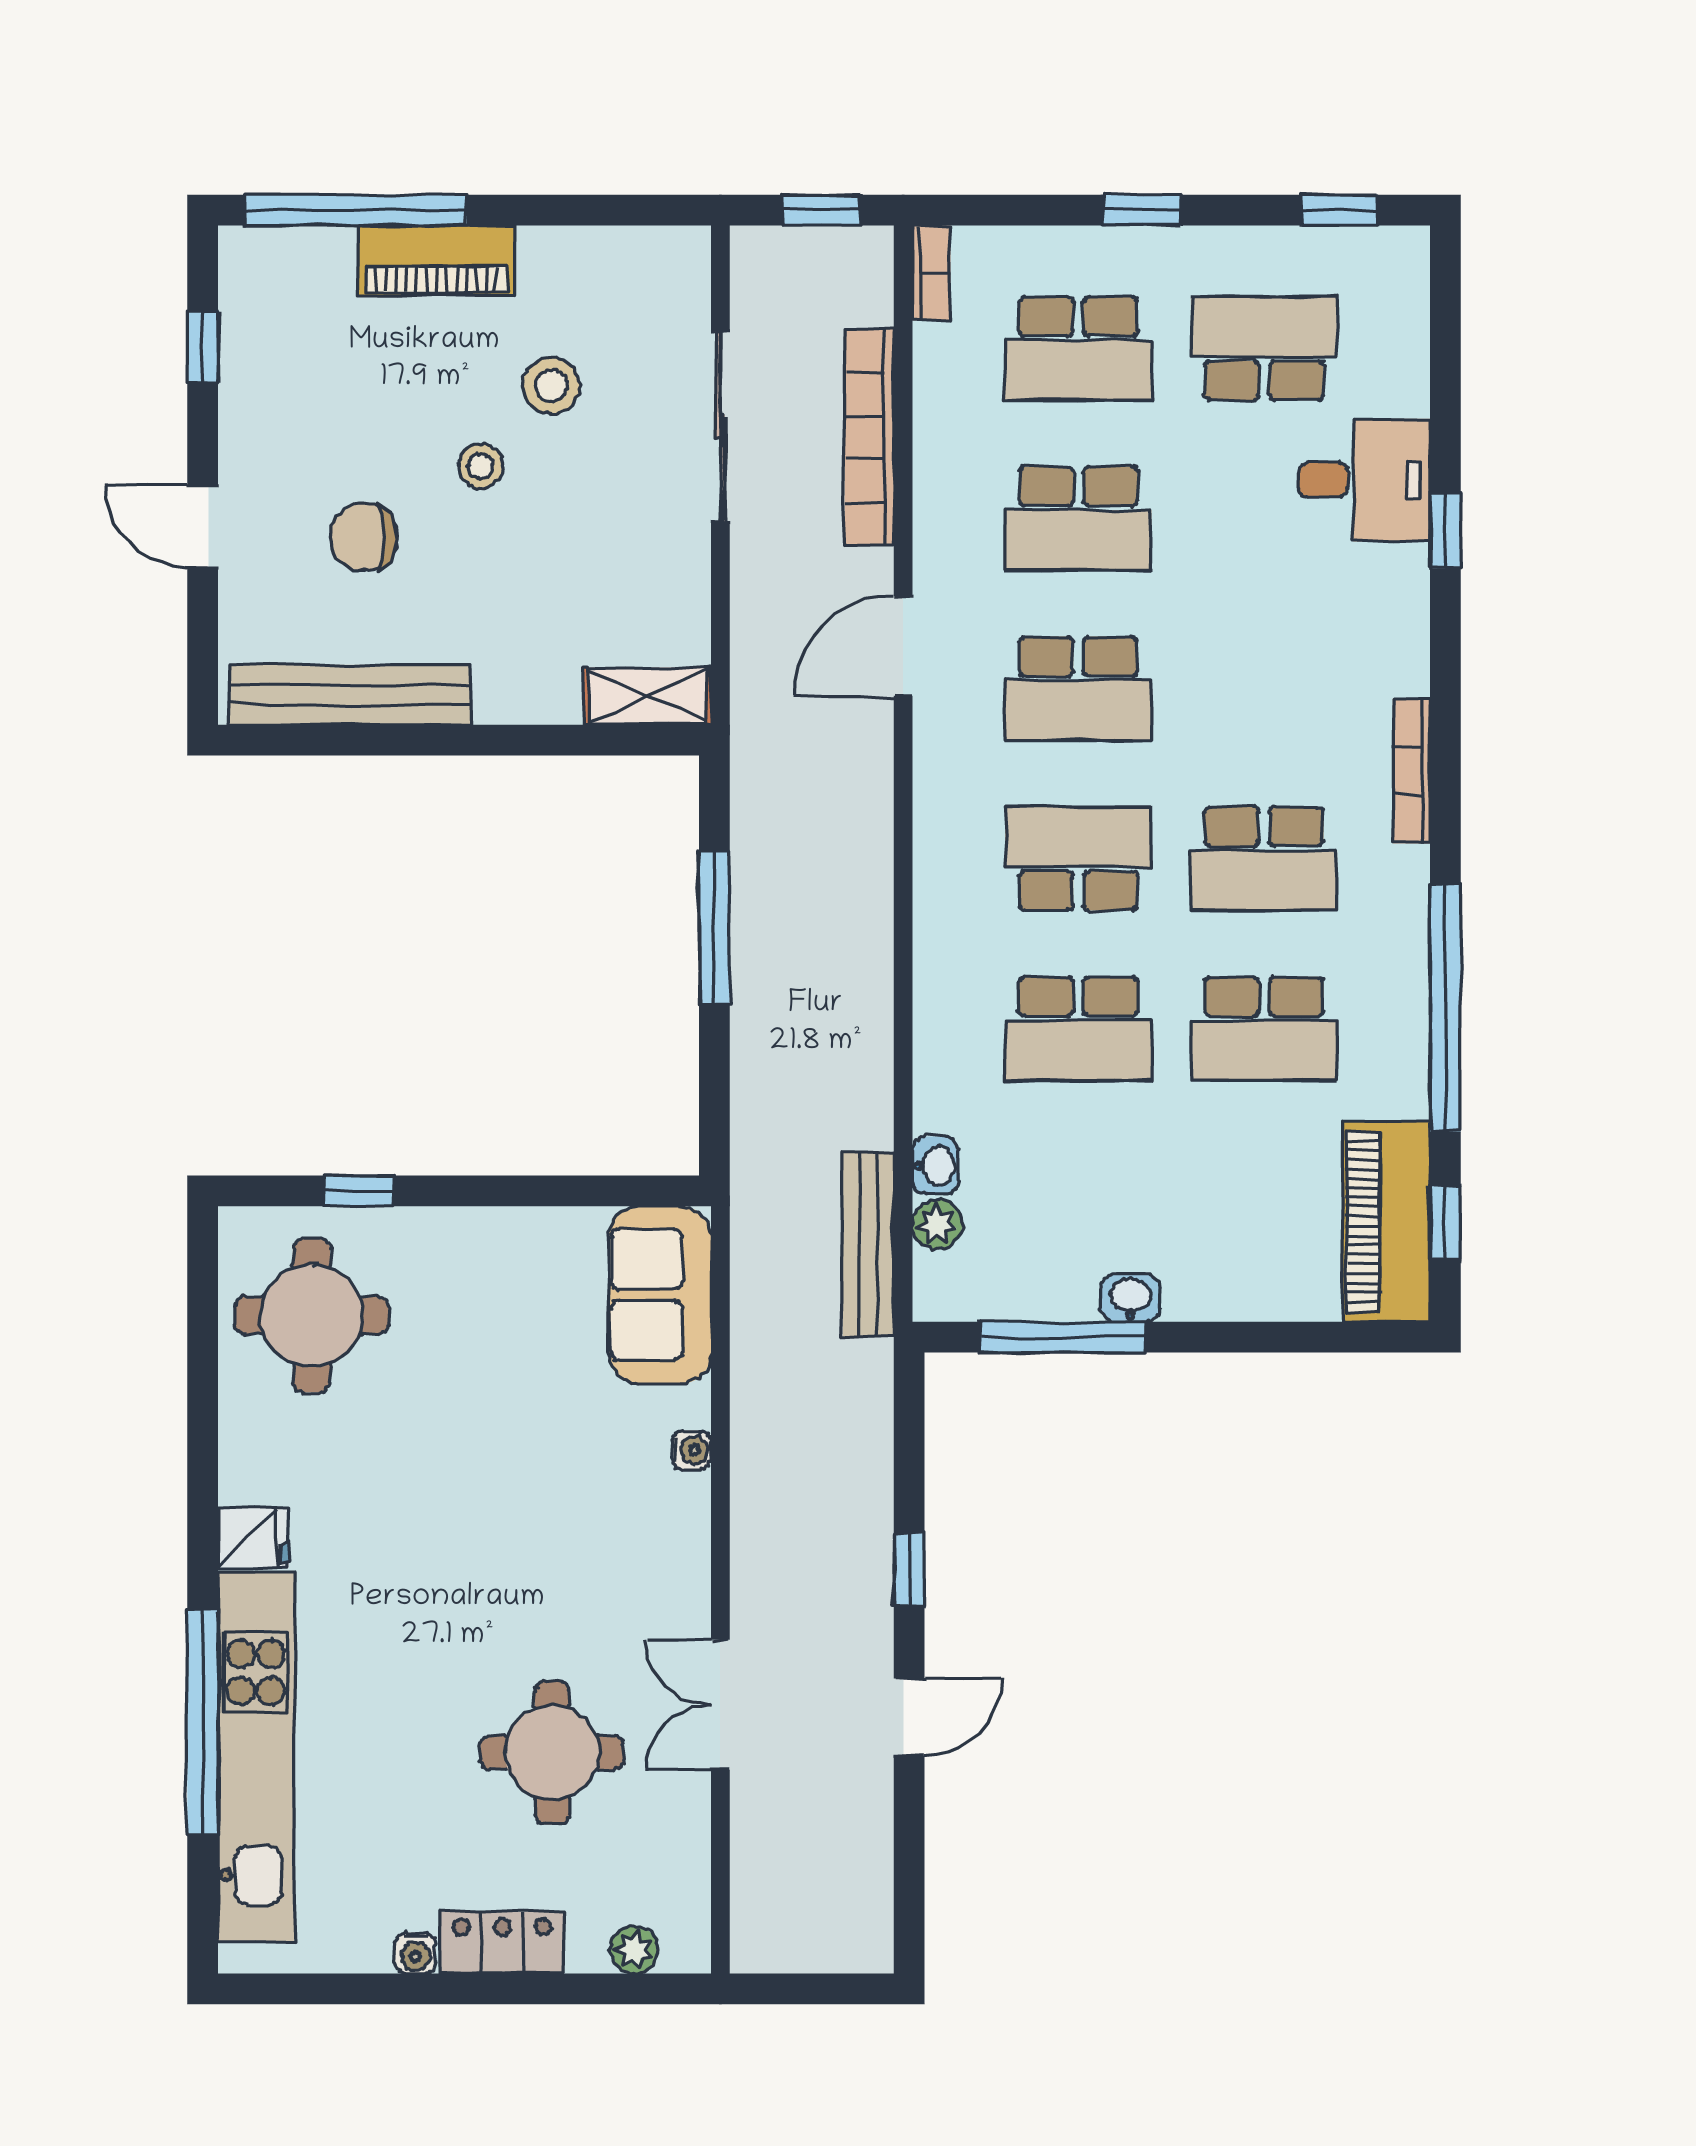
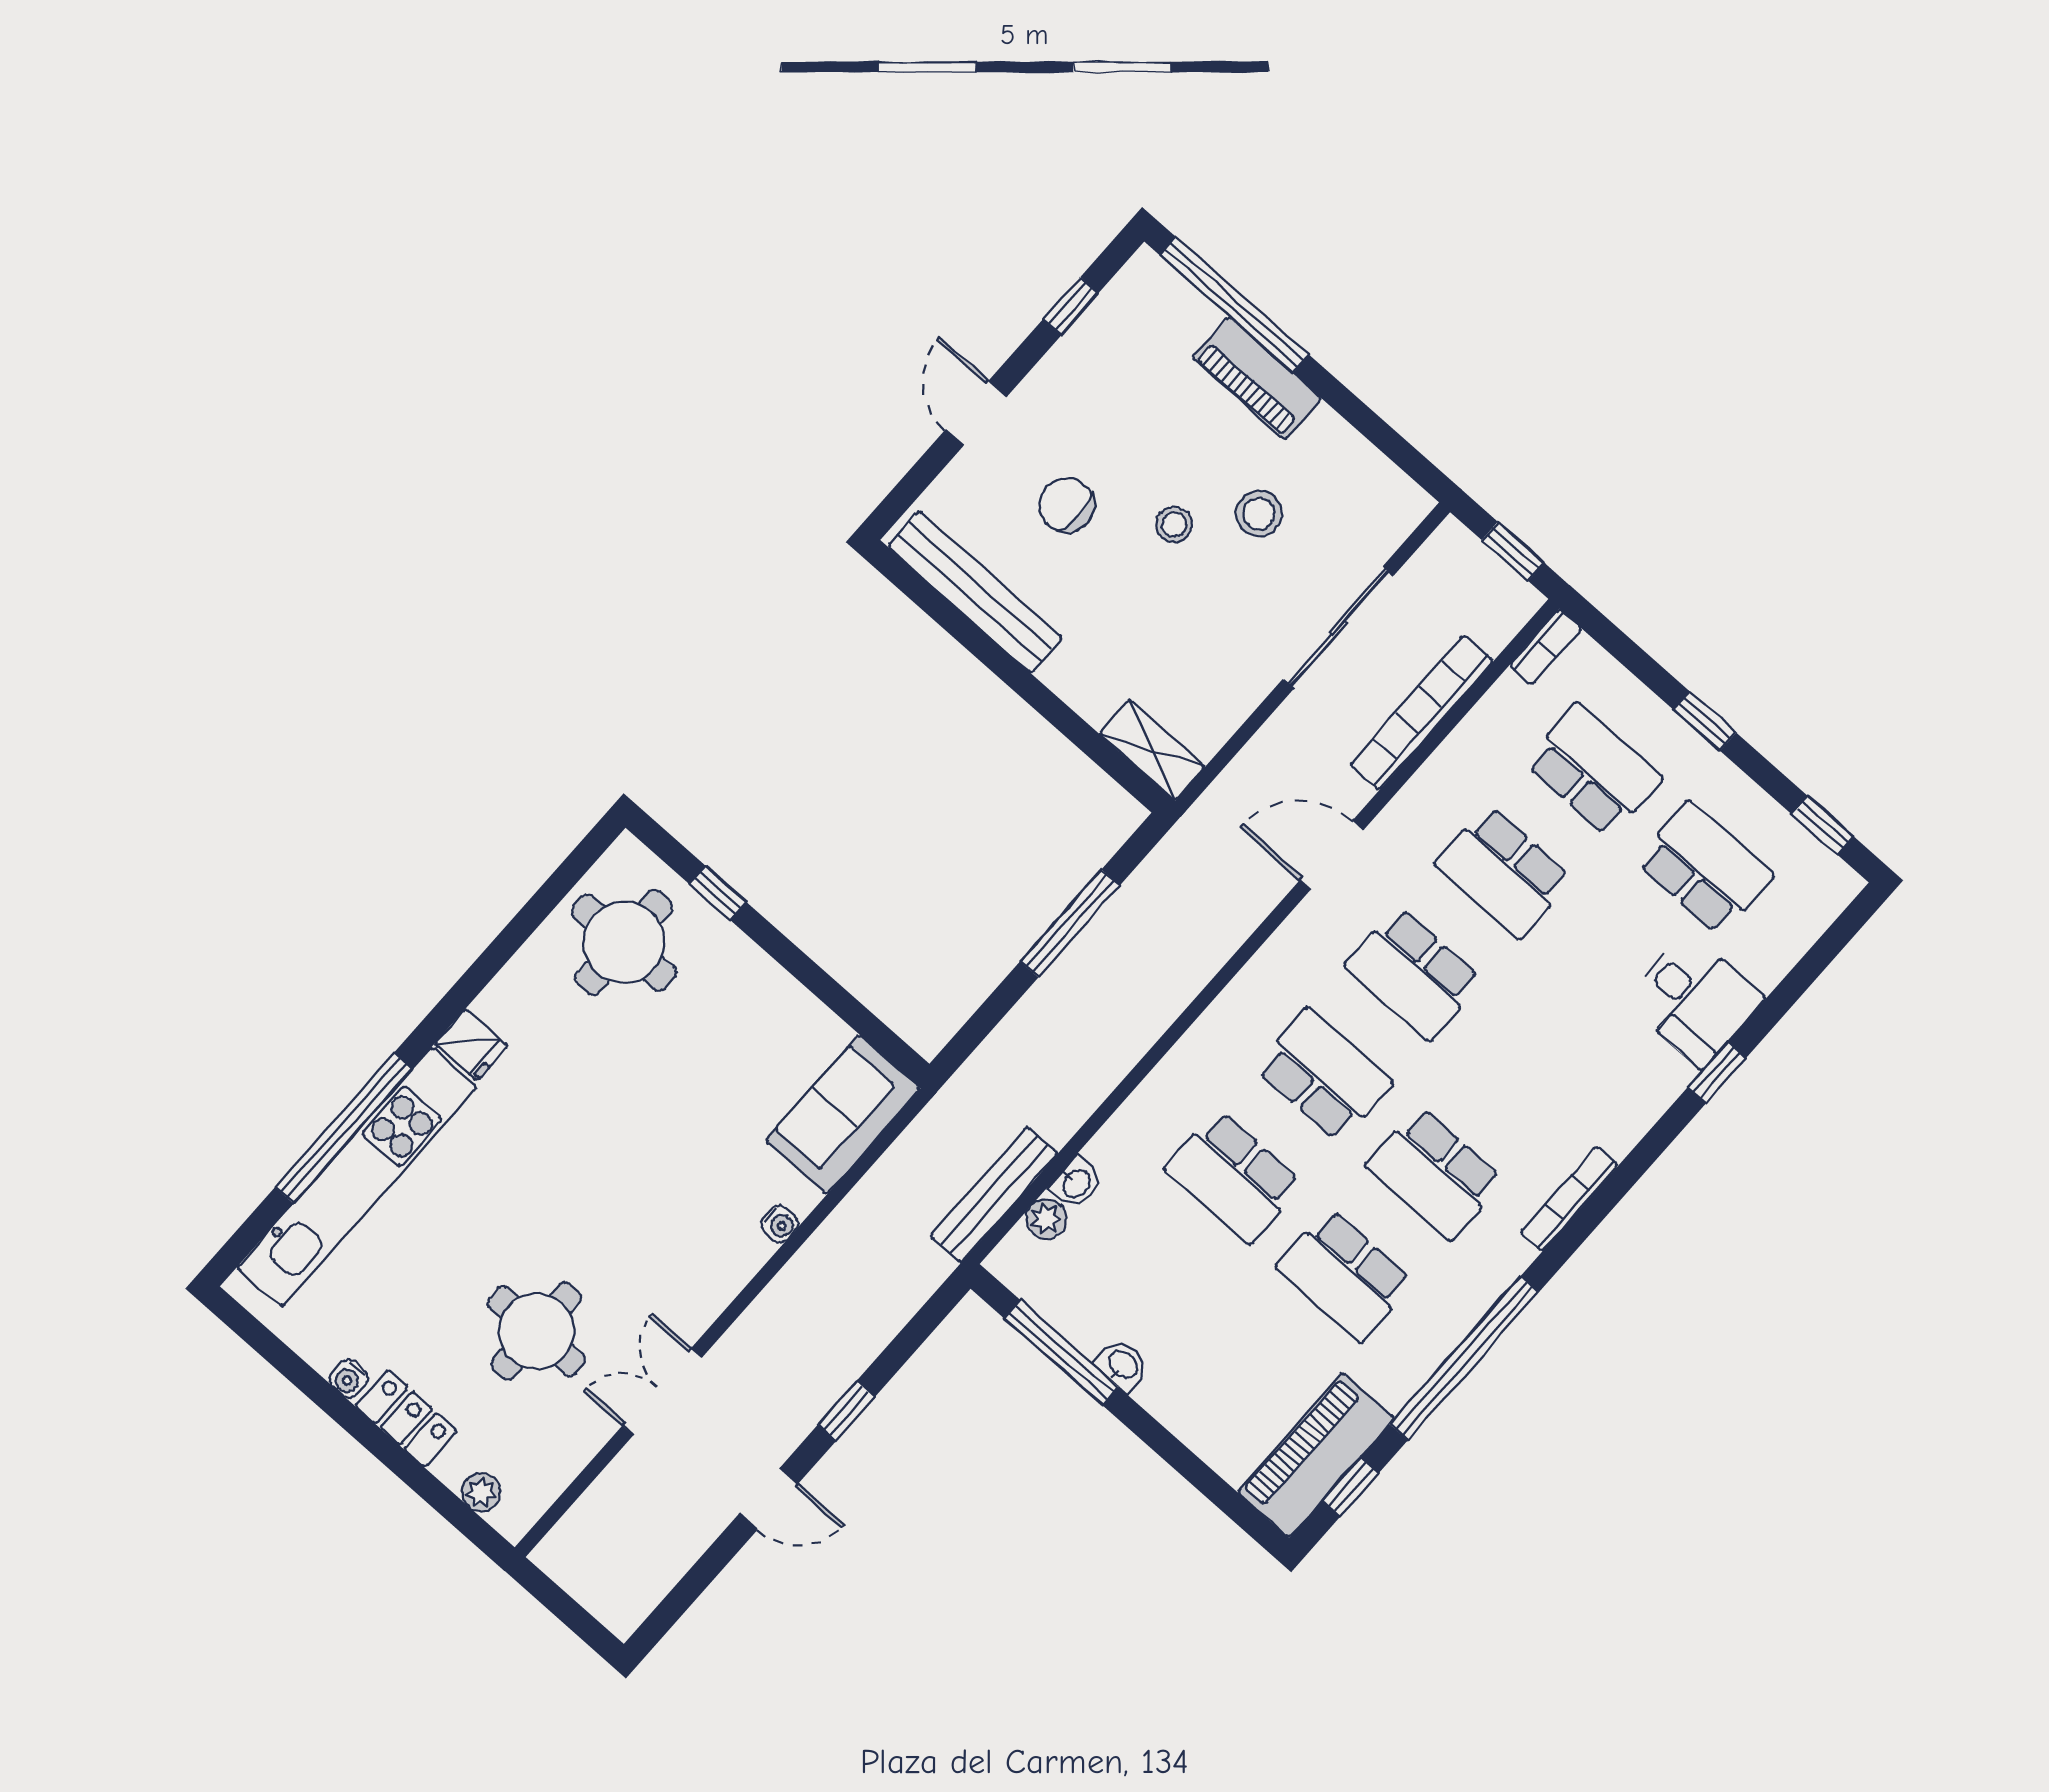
school desk: (1078, 348) -> (1593, 770), turned 180

